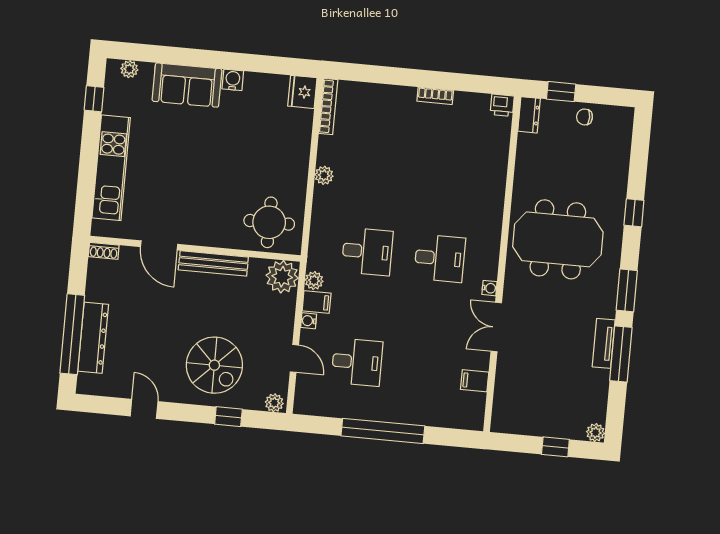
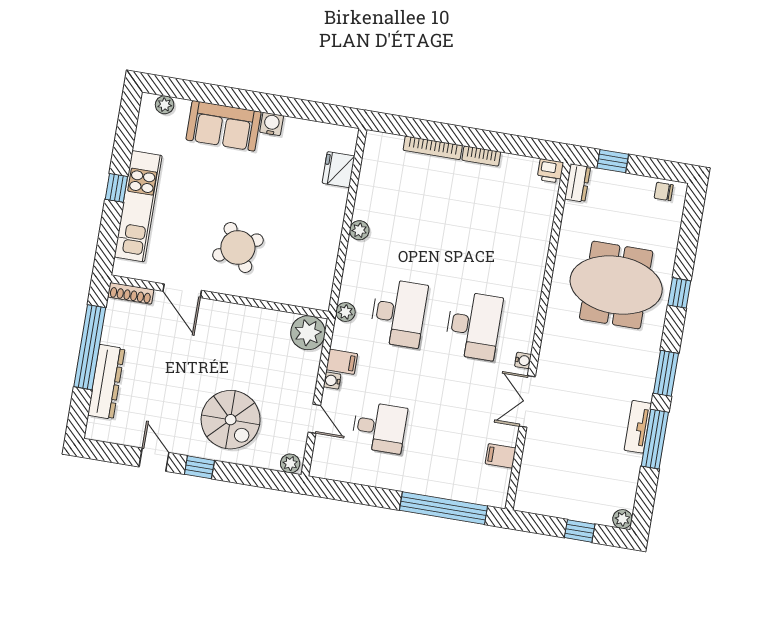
fridge: (302, 92) -> (339, 170), moved
window: (94, 99) -> (116, 188), moved
bookcase: (328, 107) -> (433, 148), moved, turned 90
chair: (585, 117) -> (664, 192), moved
round table: (269, 222) -> (238, 247), moved, turned -31
meeting table: (558, 239) -> (616, 285), moved
shoe rack: (104, 251) -> (131, 293), width x1.43
desk: (367, 252) -> (398, 313), width x1.37
desk: (440, 258) -> (473, 326), width x1.37
bench: (213, 263) -> (237, 314), removed
plant: (314, 281) -> (345, 312), moved
window: (72, 334) -> (90, 347), moved
window: (228, 417) -> (199, 467), moved
window: (383, 431) -> (444, 508), moved

